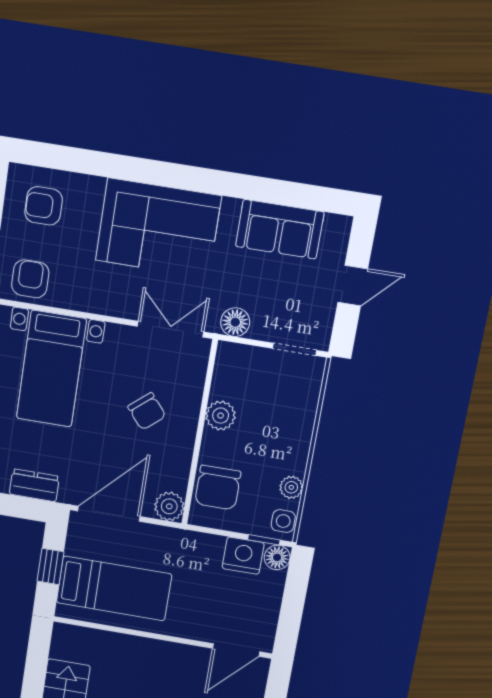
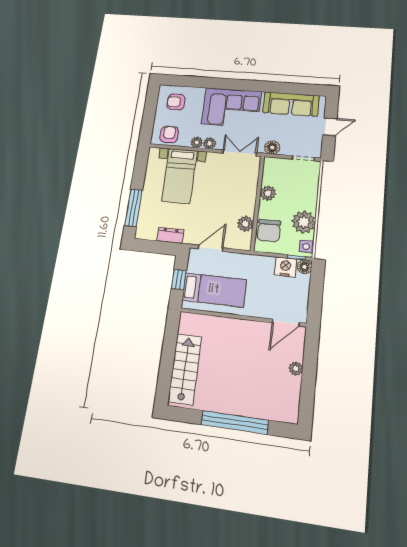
sofa: (280, 229) -> (291, 104), width x1.36
plant: (86, 300) -> (197, 142), added
plant: (112, 304) -> (210, 143), added
chair: (147, 411) -> (229, 194), removed
plant: (291, 487) -> (304, 222), width x1.88, depth x1.88
plant: (169, 506) -> (245, 224), moved
door: (109, 514) -> (211, 248), width x0.73

